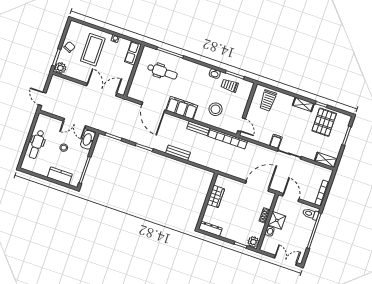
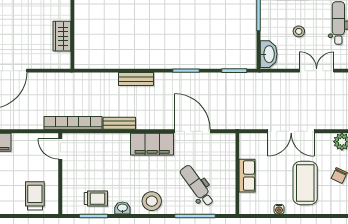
row of seats: (133, 53) -> (247, 176), moved
dental chair: (162, 72) -> (197, 186), turned 54
double door: (102, 90) -> (291, 131), moved
stool: (216, 109) -> (152, 201), moved
double door: (74, 123) -> (317, 71), moved

